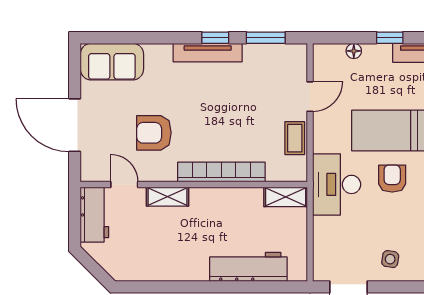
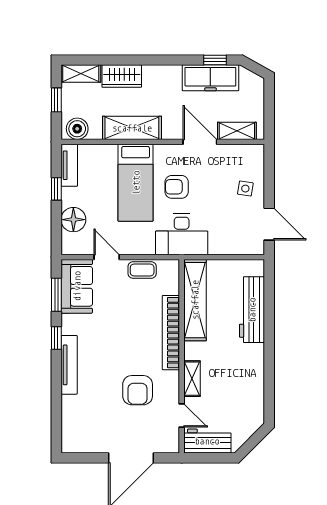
floor lamp: (354, 51) -> (73, 220), width x1.89, depth x1.89
tv unit: (208, 53) -> (69, 365), moved
sofa: (112, 62) -> (77, 286), moved
door: (124, 184) -> (182, 416), swing flipped
shelving: (286, 197) -> (195, 300), width x2.20, depth x1.33

